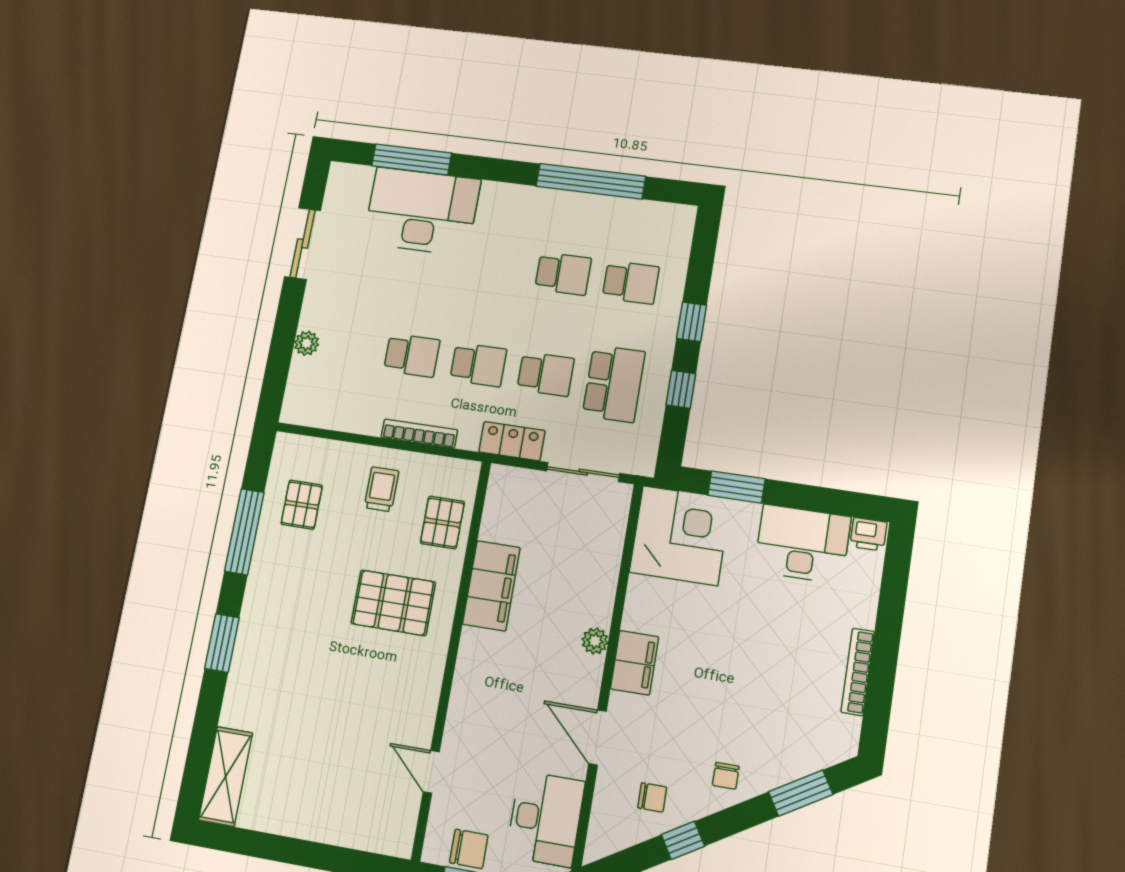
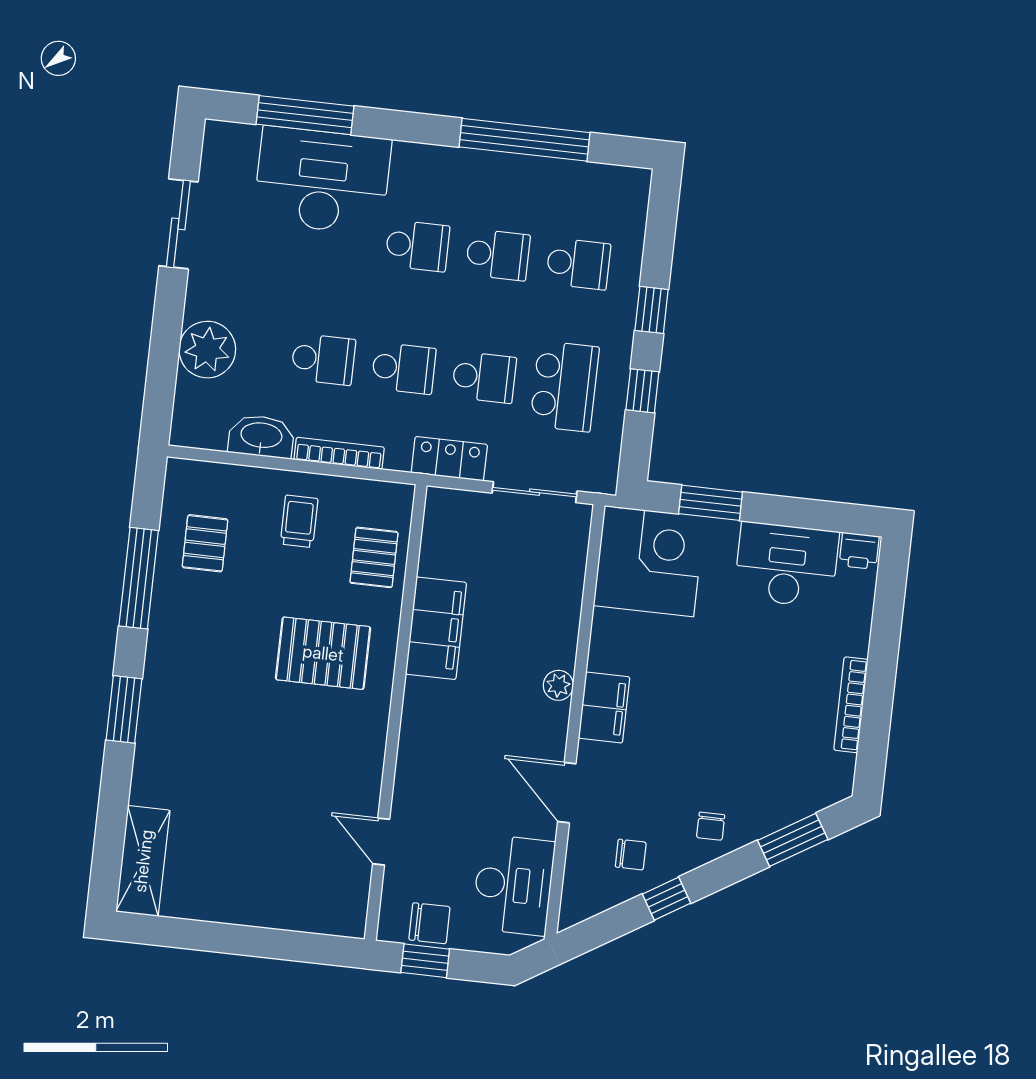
school desk: (496, 265) -> (417, 246), added
plant: (307, 343) -> (207, 350), width x1.87, depth x1.87
washbasin: (356, 417) -> (261, 436), added

